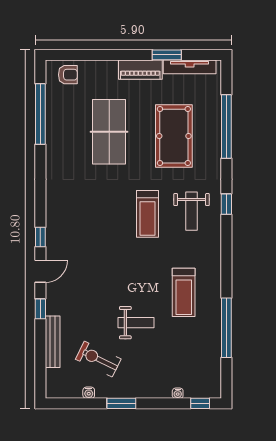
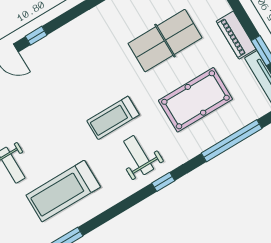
weight bench: (192, 211) -> (139, 155), turned 90
treadmill: (184, 292) -> (63, 191), width x1.37, depth x1.38

